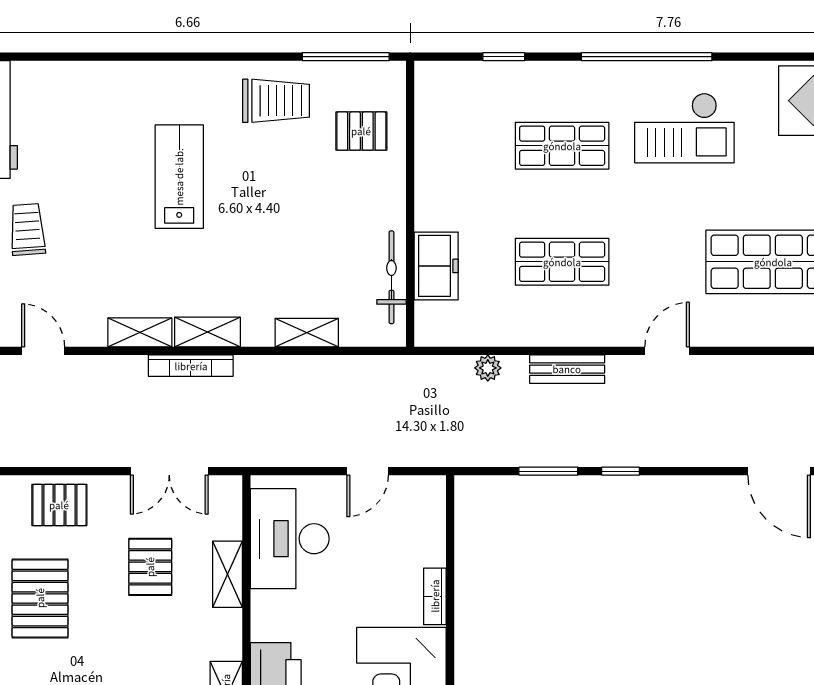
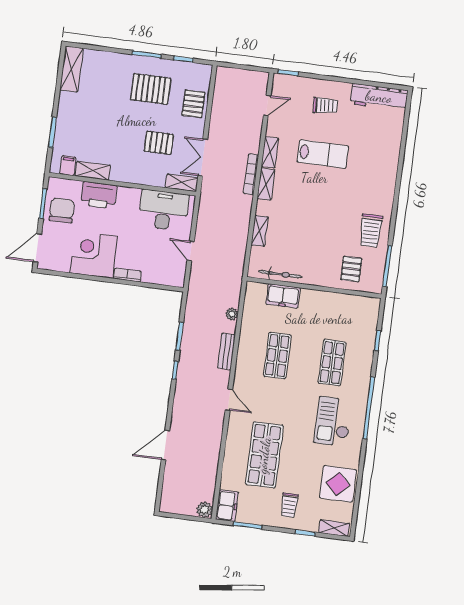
lab bench: (179, 177) -> (323, 154), moved
shelving: (227, 574) -> (182, 183), moved

